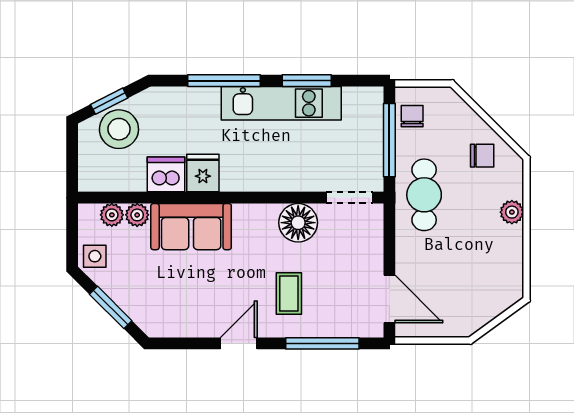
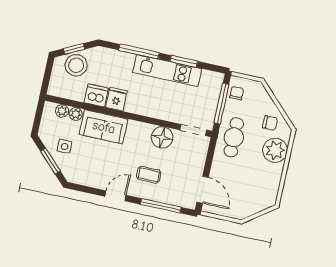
plant: (512, 212) -> (275, 150), width x1.88, depth x1.88
side table: (95, 256) -> (65, 146), moved
coffee table: (289, 293) -> (149, 175), turned 90

